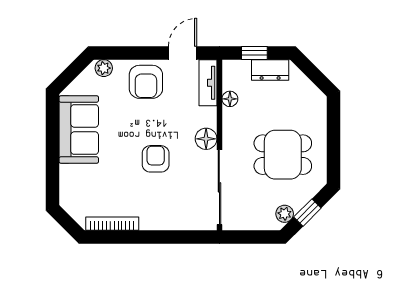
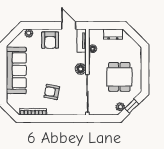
door: (183, 53) -> (69, 26), hinge flipped
window: (254, 53) -> (105, 26), removed
sofa: (79, 129) -> (16, 70), width x1.36
dining table: (283, 155) -> (119, 77), turned 90
armchair: (156, 159) -> (52, 92), moved, turned -79

